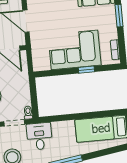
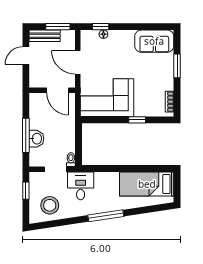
corner sofa: (75, 50) -> (107, 98), moved

